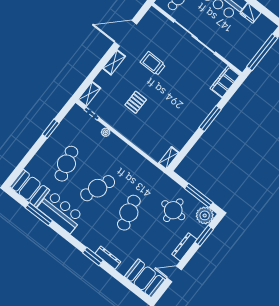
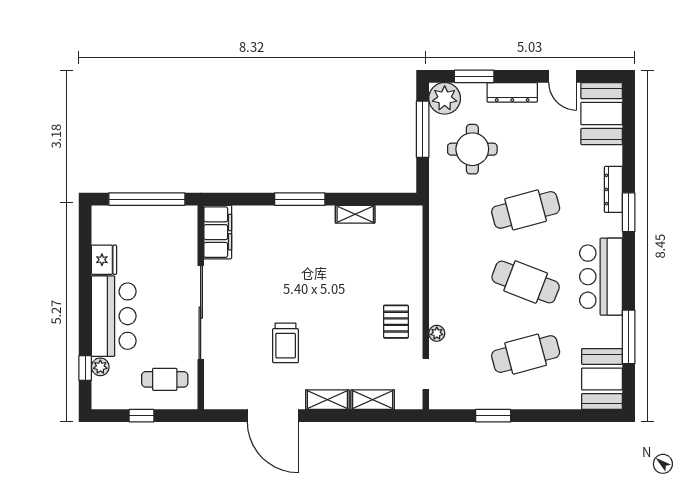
filing cabinet: (225, 82) -> (218, 232), moved, turned -90
shelving: (89, 94) -> (373, 400), moved
pallet: (136, 102) -> (396, 322), moved, turned 90
shelving: (169, 158) -> (355, 214), moved
bar counter: (61, 212) -> (601, 277), moved

